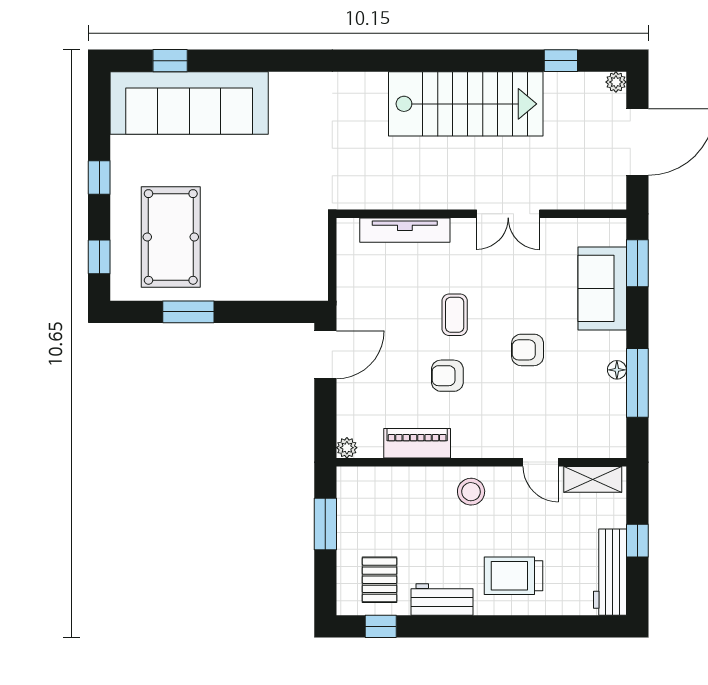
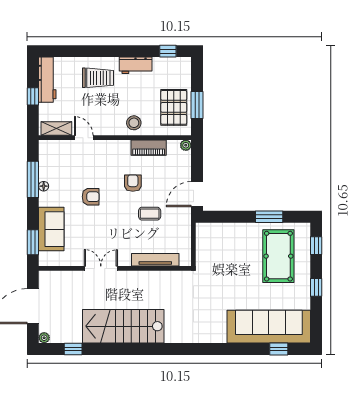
coffee table: (455, 315) -> (150, 214), moved, turned 90
armchair: (447, 376) -> (133, 183), turned -90
stool: (471, 492) -> (134, 123), moved
pallet: (380, 580) -> (174, 107), moved, width x1.50, depth x1.42

